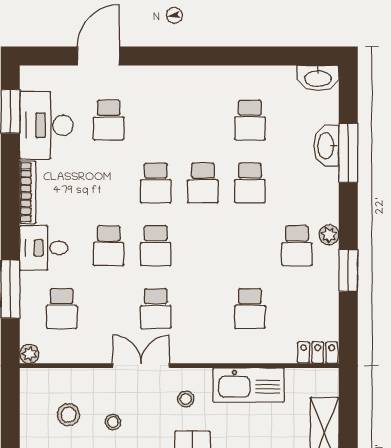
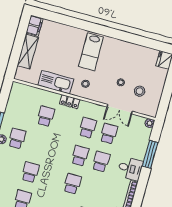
school desk: (203, 183) -> (51, 178), removed
school desk: (62, 309) -> (109, 134), moved
locker: (318, 353) -> (70, 102), moved
double door: (141, 366) -> (120, 109), moved

